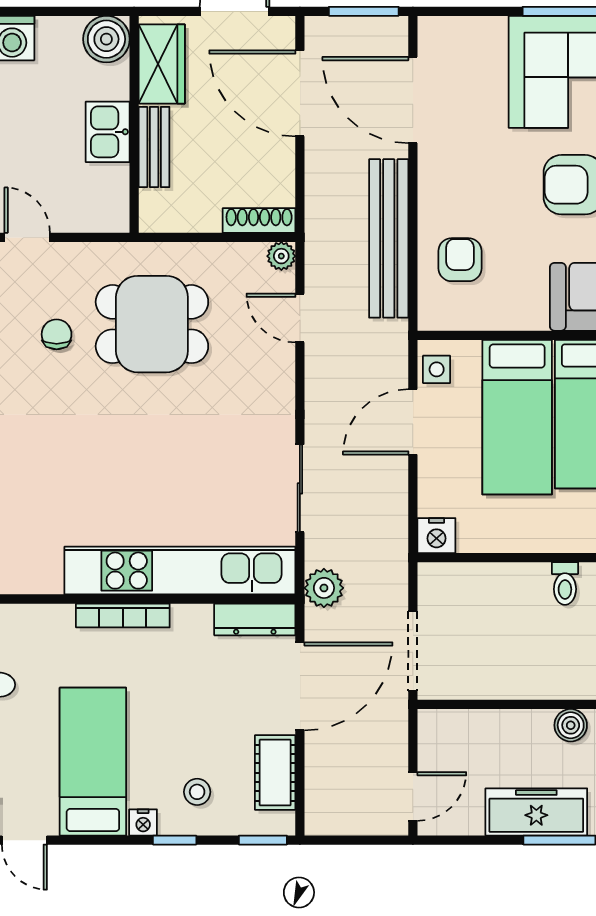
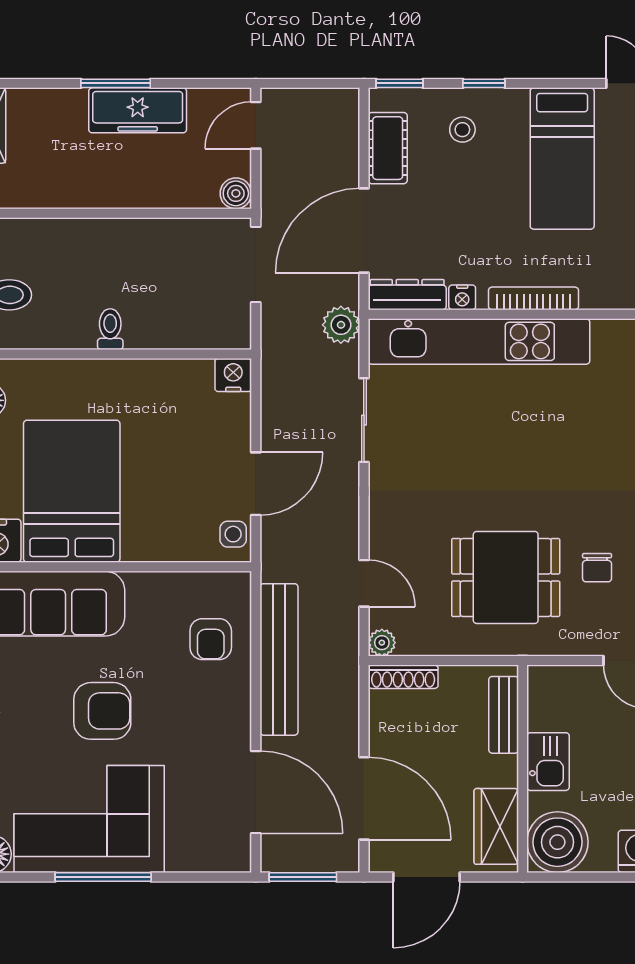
boiler: (106, 39) -> (557, 842), width x1.37, depth x1.37
bench: (154, 147) -> (504, 715), moved
bed: (517, 417) -> (156, 488), removed
boiler: (571, 725) -> (236, 193), moved
nightstand: (143, 822) -> (462, 297), moved, turned 180

